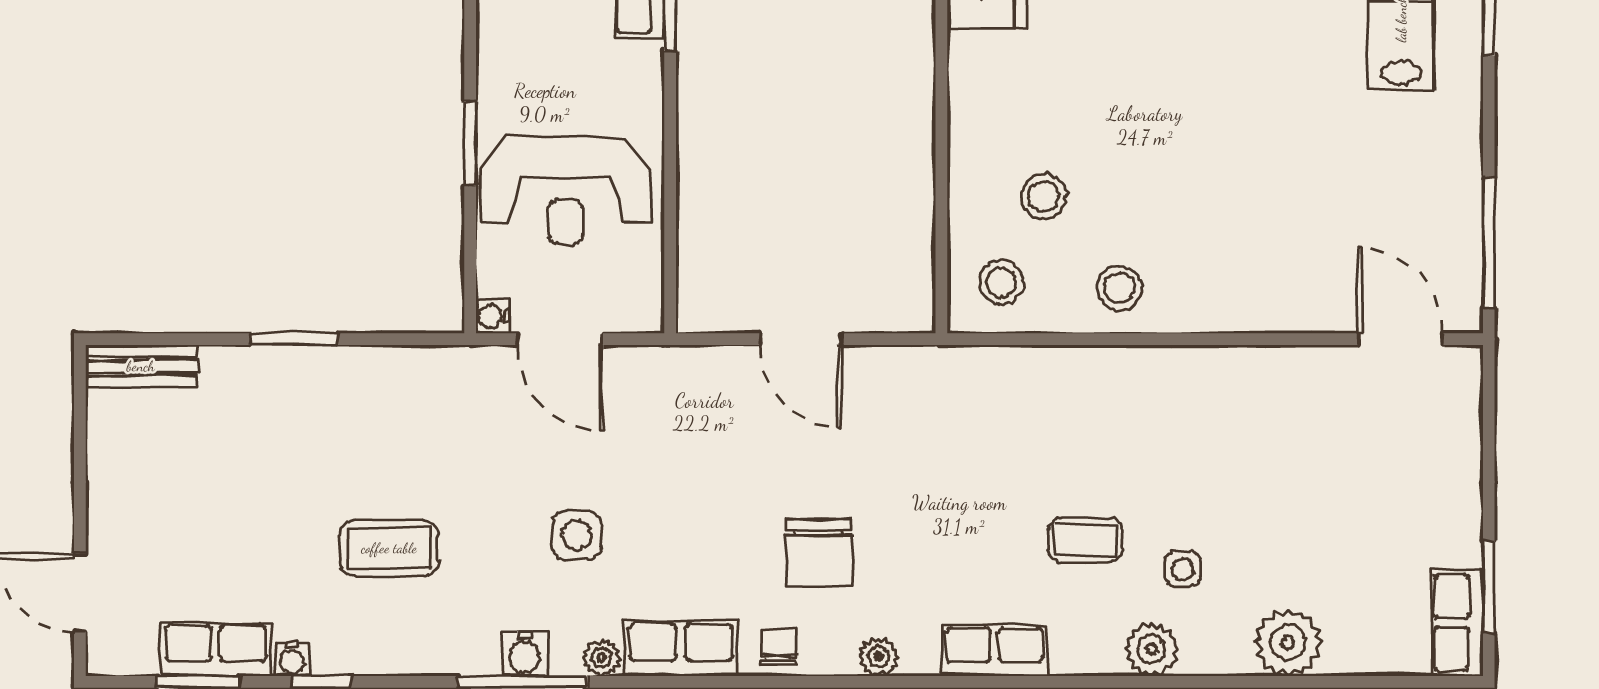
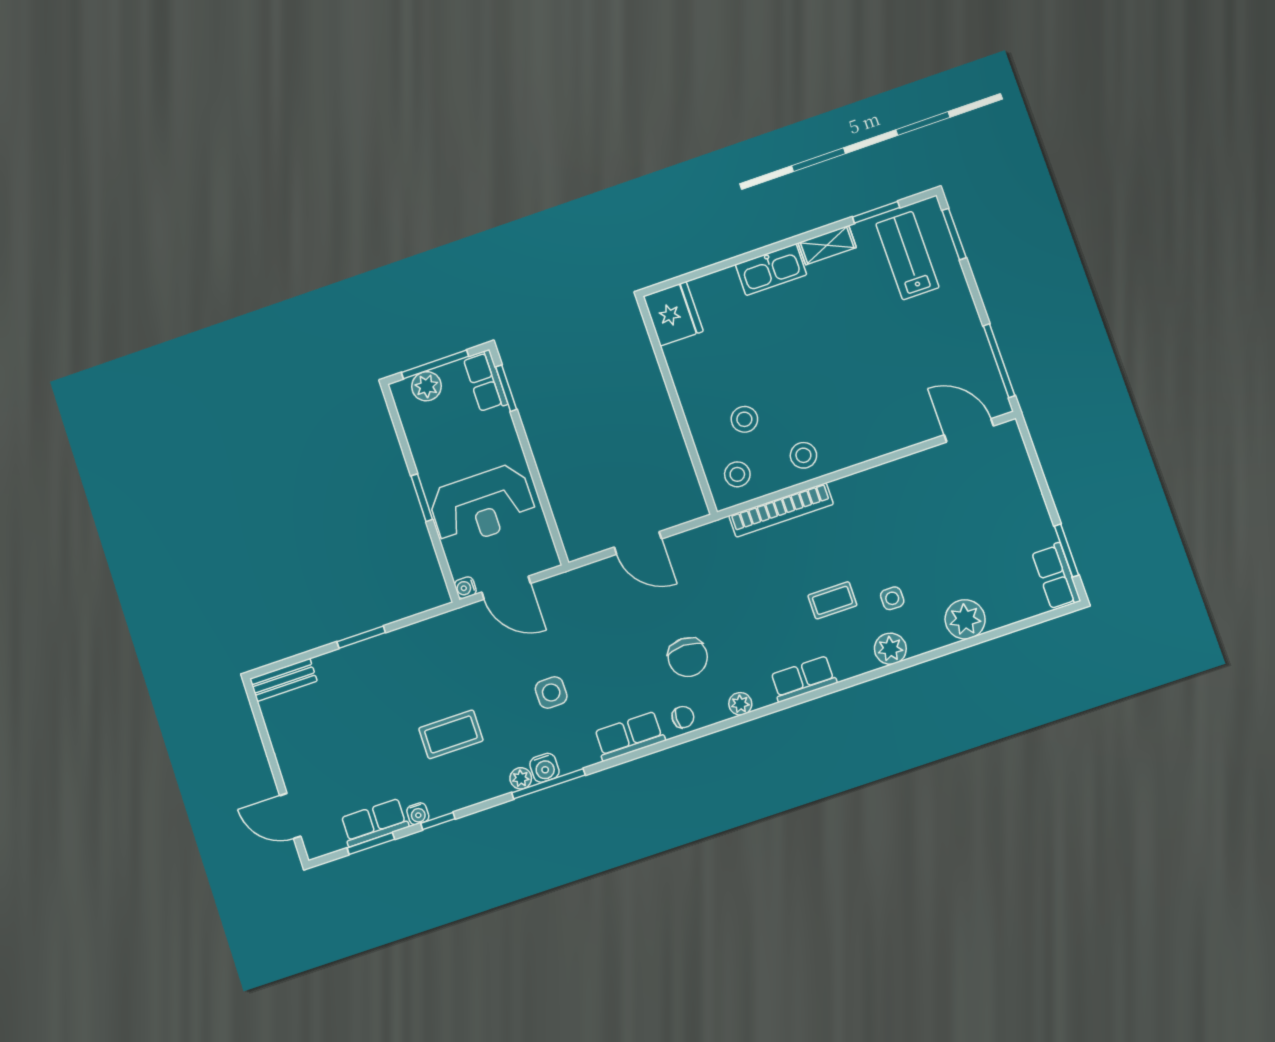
bookcase: (1052, 365) -> (781, 510), added
chair: (778, 647) -> (683, 717), turned 90
plant: (602, 658) -> (521, 778), moved

